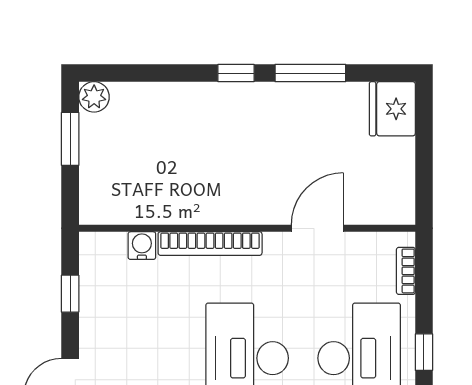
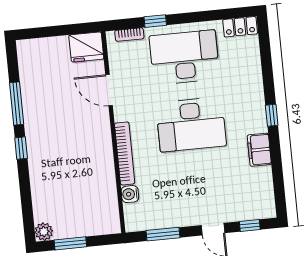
fridge: (392, 109) -> (86, 47), moved
window: (70, 294) -> (163, 234), width x1.50
window: (424, 352) -> (155, 21), moved

